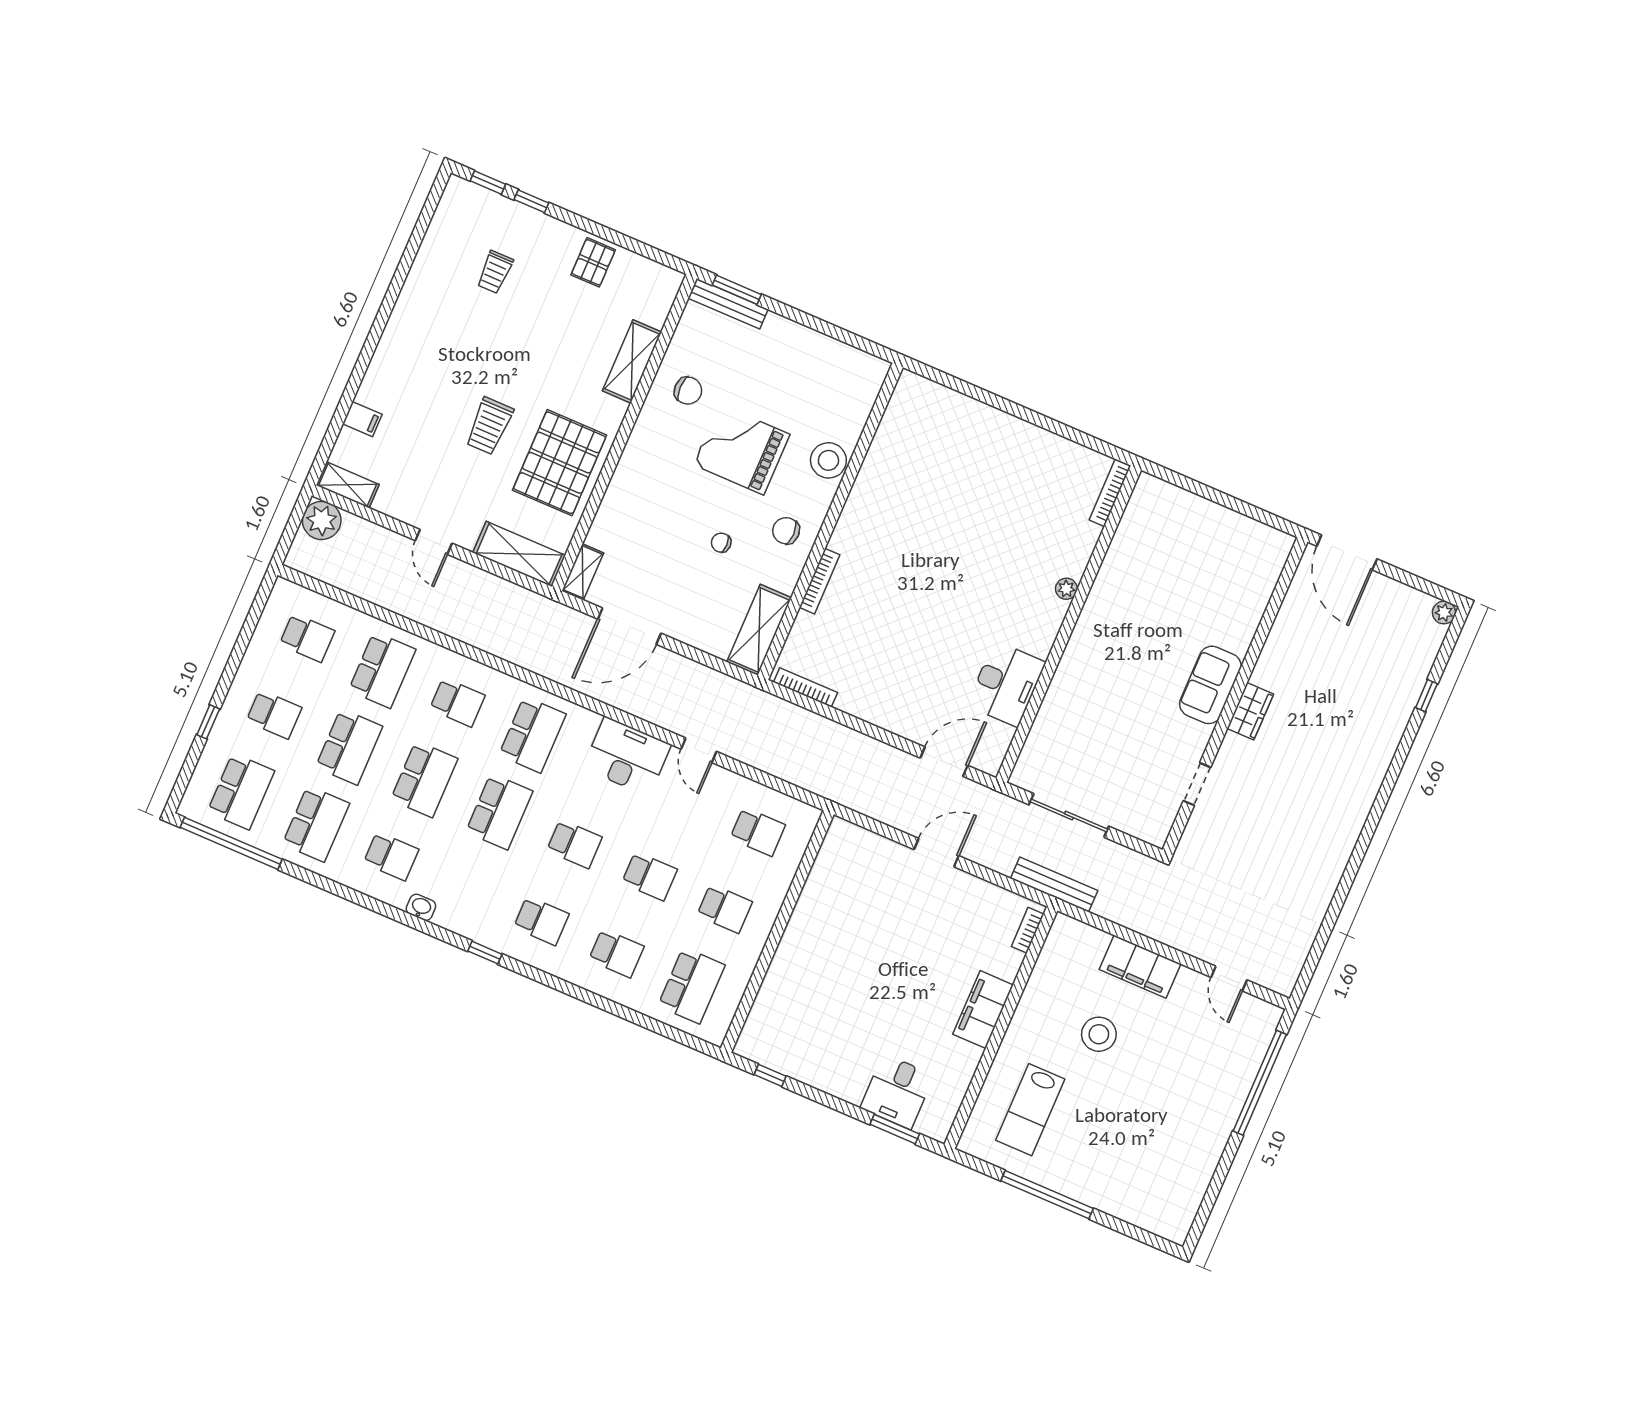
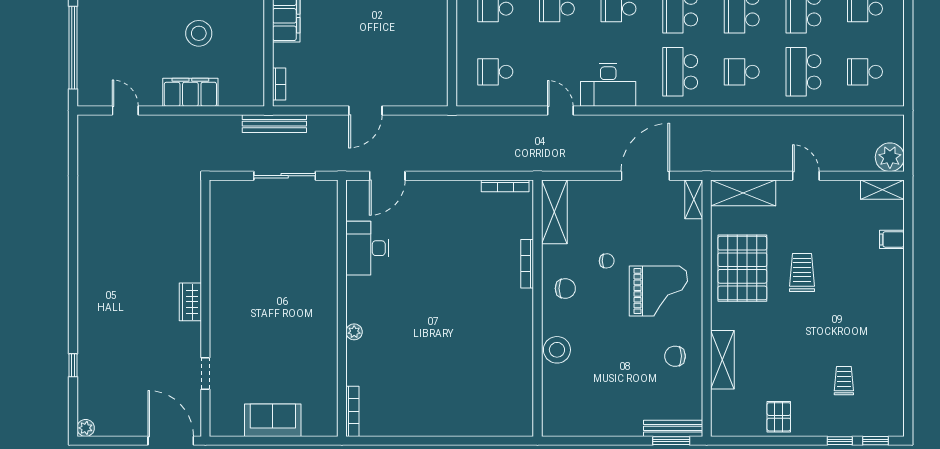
grand piano: (742, 450) -> (658, 291), moved
sofa: (1210, 685) -> (273, 420), moved, turned -90
doorway: (1197, 784) -> (205, 373), moved

